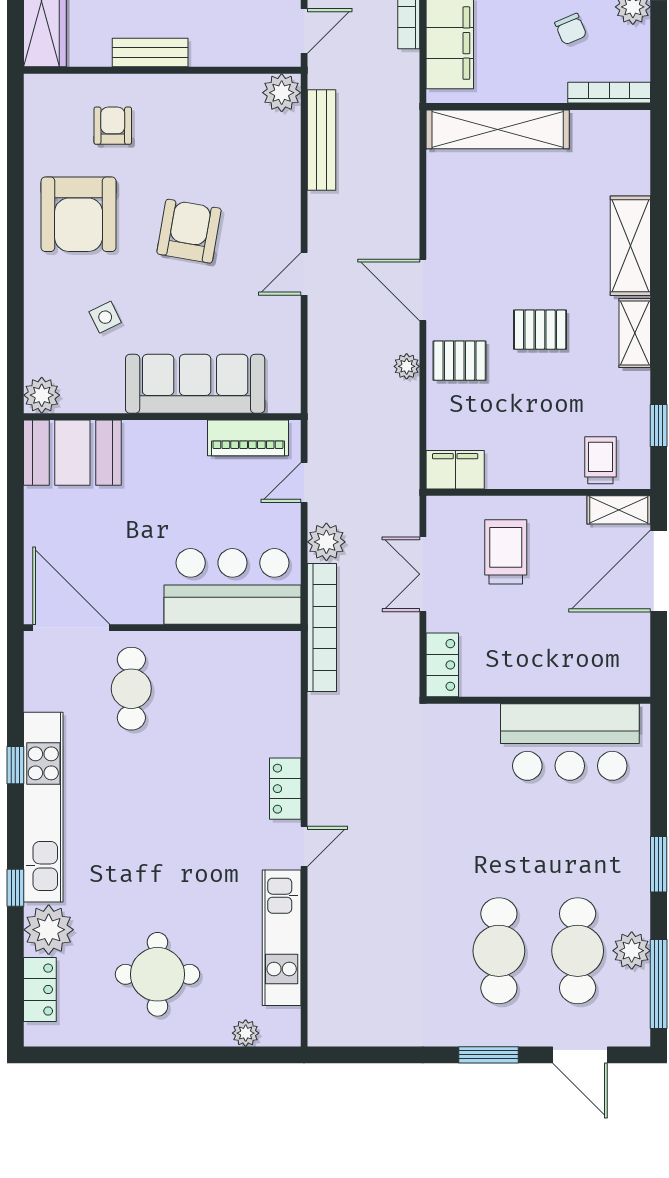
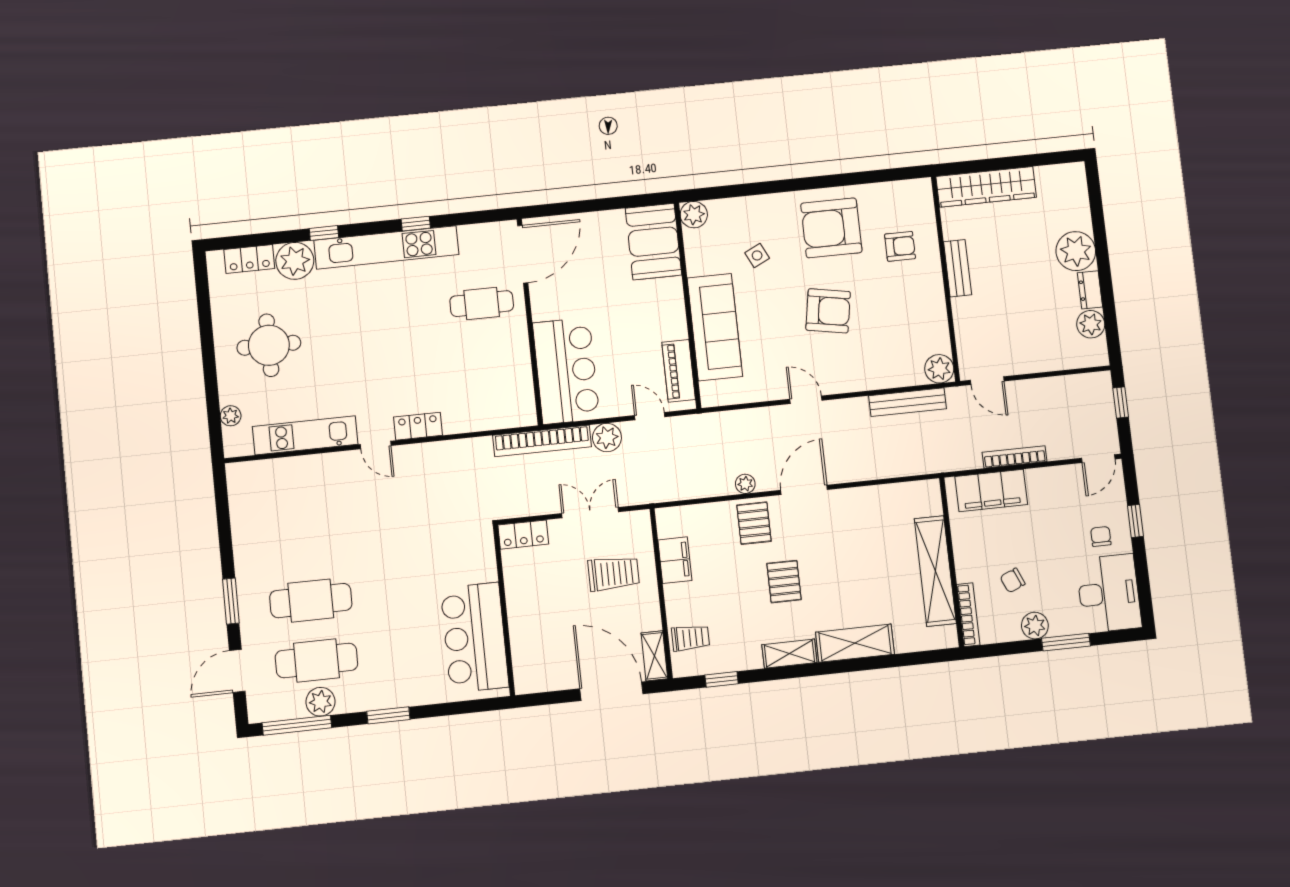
shelving: (498, 129) -> (935, 571), moved
filing cabinet: (455, 470) -> (675, 560), moved

